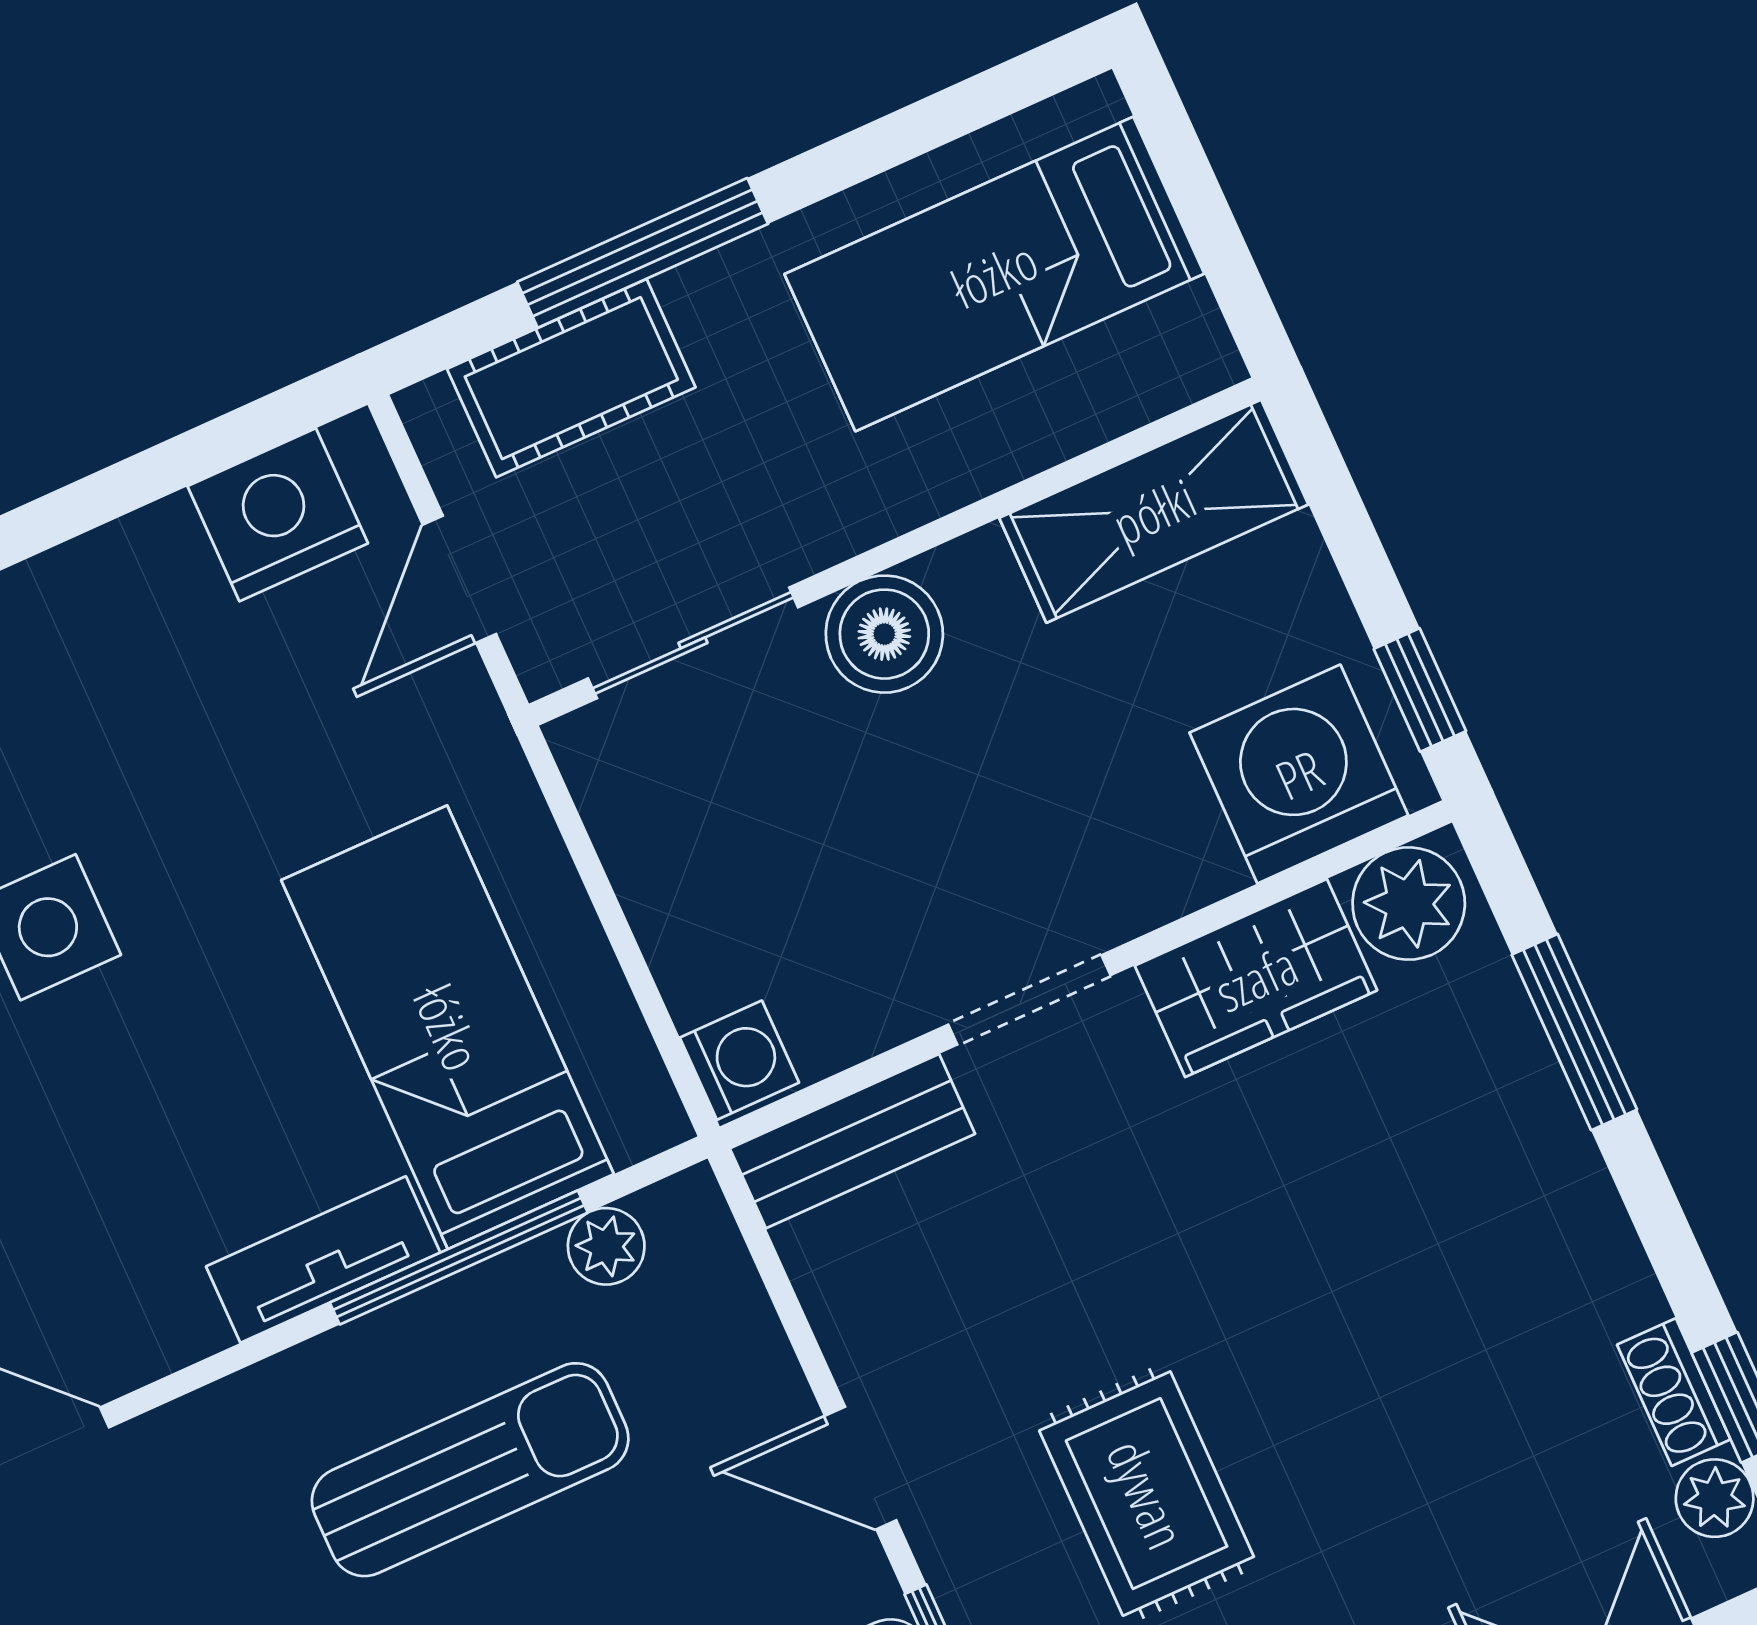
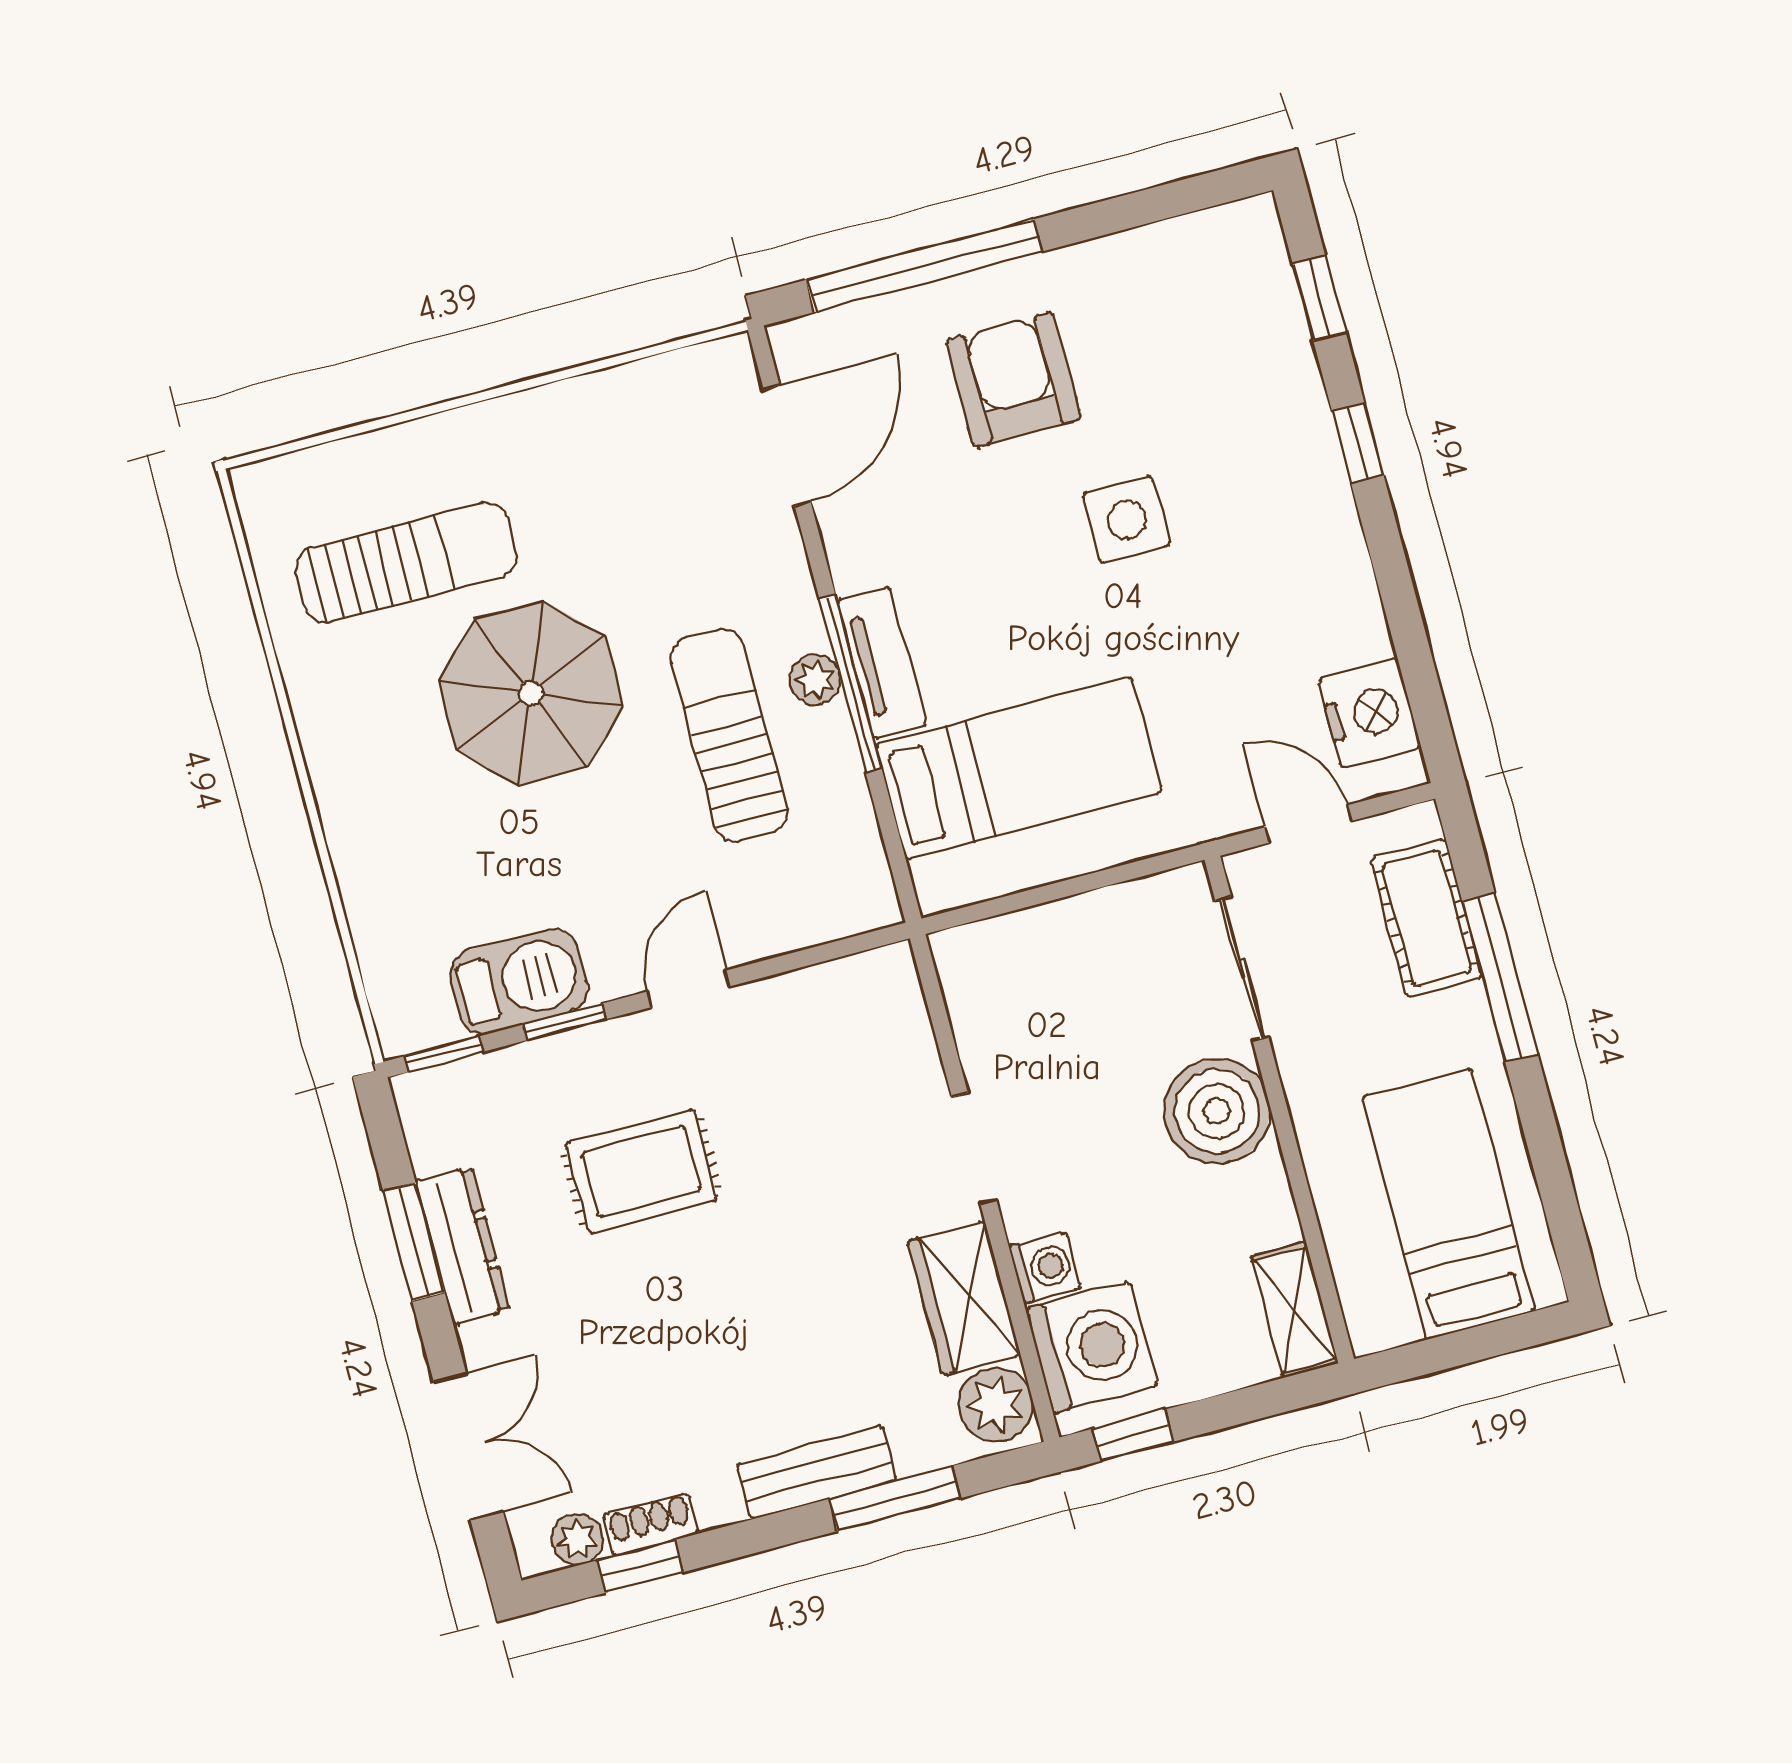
shelving: (1154, 511) -> (1295, 1310), width x0.67, depth x0.75
boiler: (884, 634) -> (1217, 1111), width x1.37, depth x1.37
washing machine: (739, 1060) -> (1045, 1268), moved, turned -90
bench: (852, 1141) -> (817, 1472), moved, turned 90
plant: (606, 1246) -> (815, 680), moved
window: (459, 1258) -> (850, 683), moved
sun lounger: (470, 1470) -> (729, 735), turned 180

